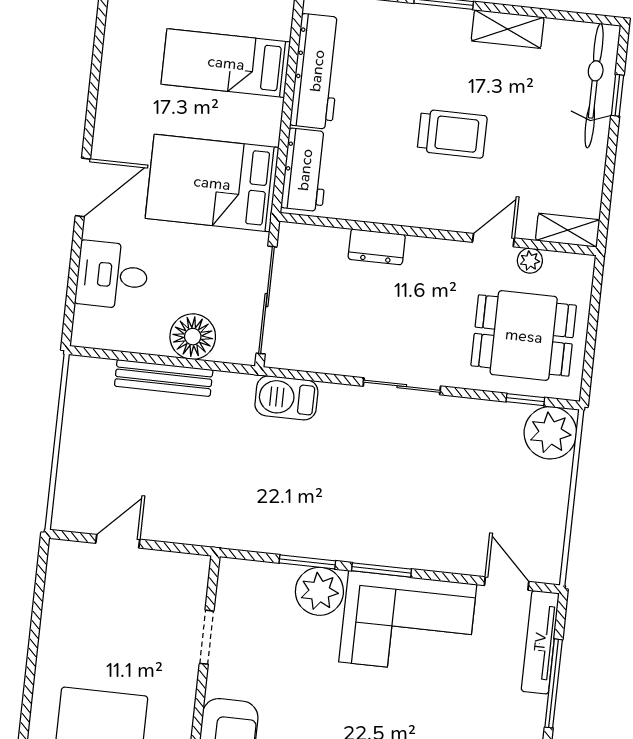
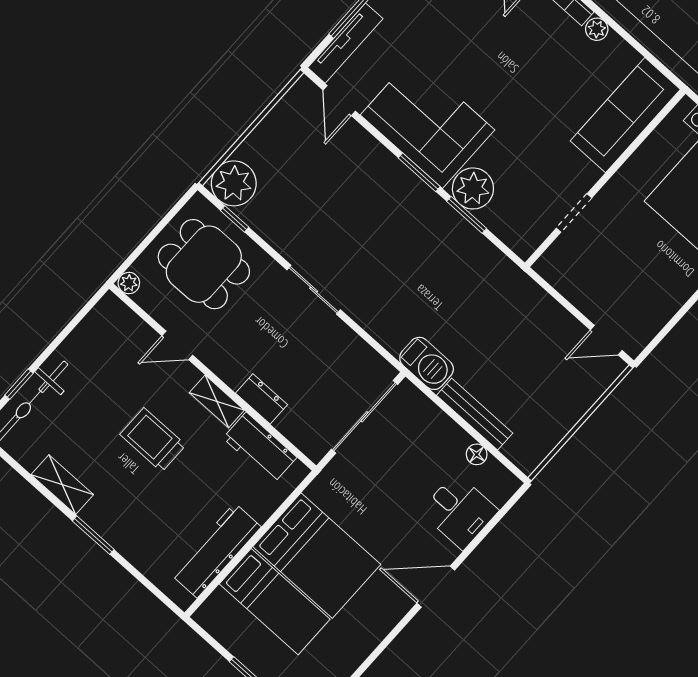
workbench: (305, 170) -> (260, 448), moved, turned -90
bed: (212, 183) -> (317, 556), moved
shelving: (568, 230) -> (217, 401), moved
plant: (530, 261) -> (129, 283), moved
floor lamp: (193, 337) -> (477, 454), moved, width x0.53, depth x0.53
barbecue: (286, 398) -> (427, 363), moved
door: (118, 541) -> (606, 340), moved

